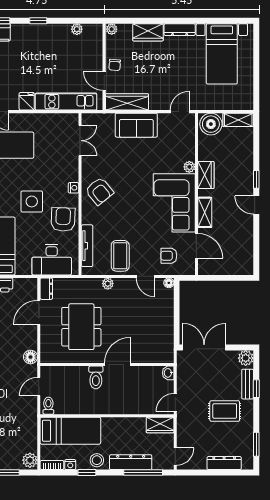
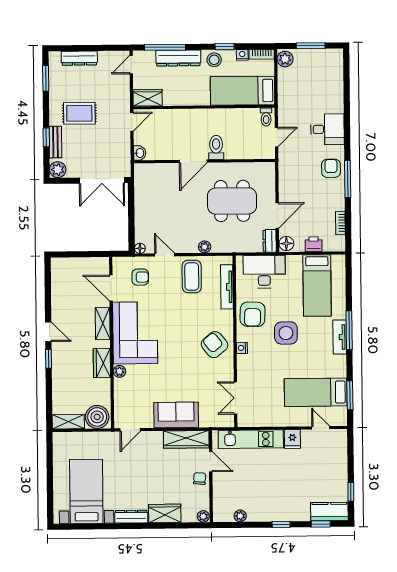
dining table: (81, 327) -> (232, 201), turned 90
floor lamp: (30, 357) -> (286, 244), moved

